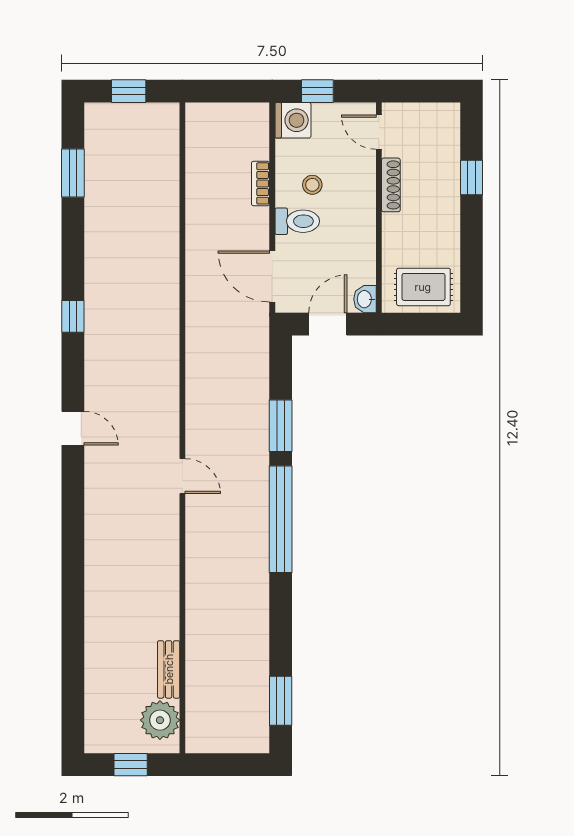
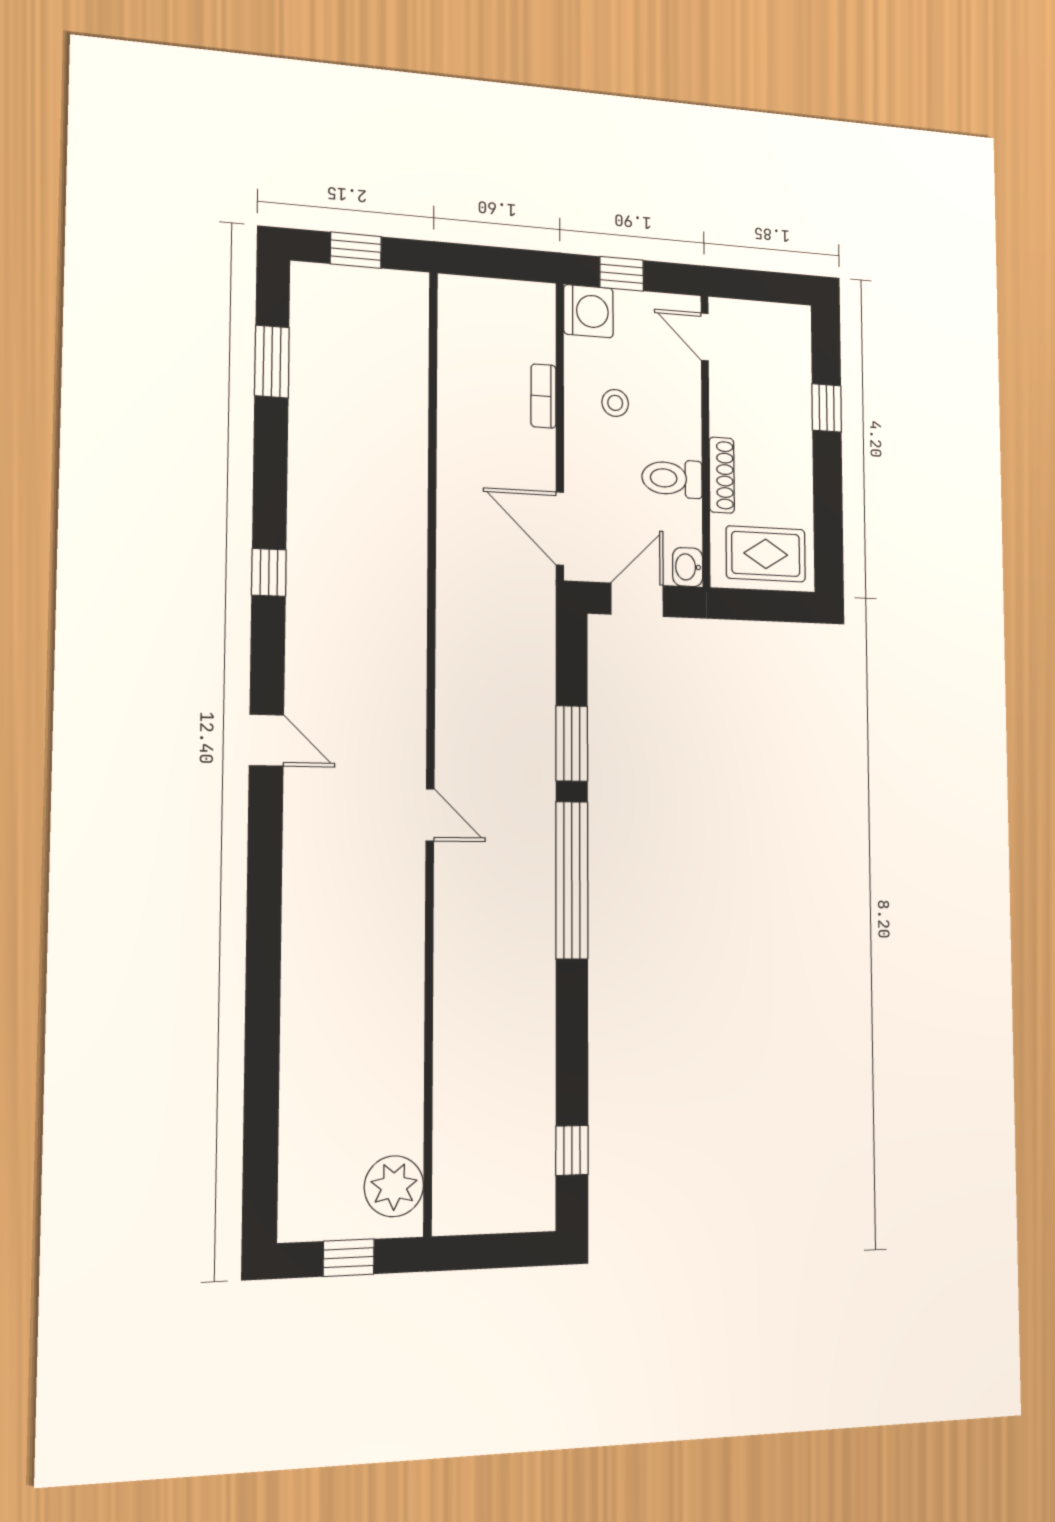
shoe rack: (391, 185) -> (722, 475), moved
toilet: (297, 221) -> (672, 478), moved, turned 180
bench: (169, 669) -> (407, 1108), removed
window: (281, 701) -> (572, 1150), width x0.67

